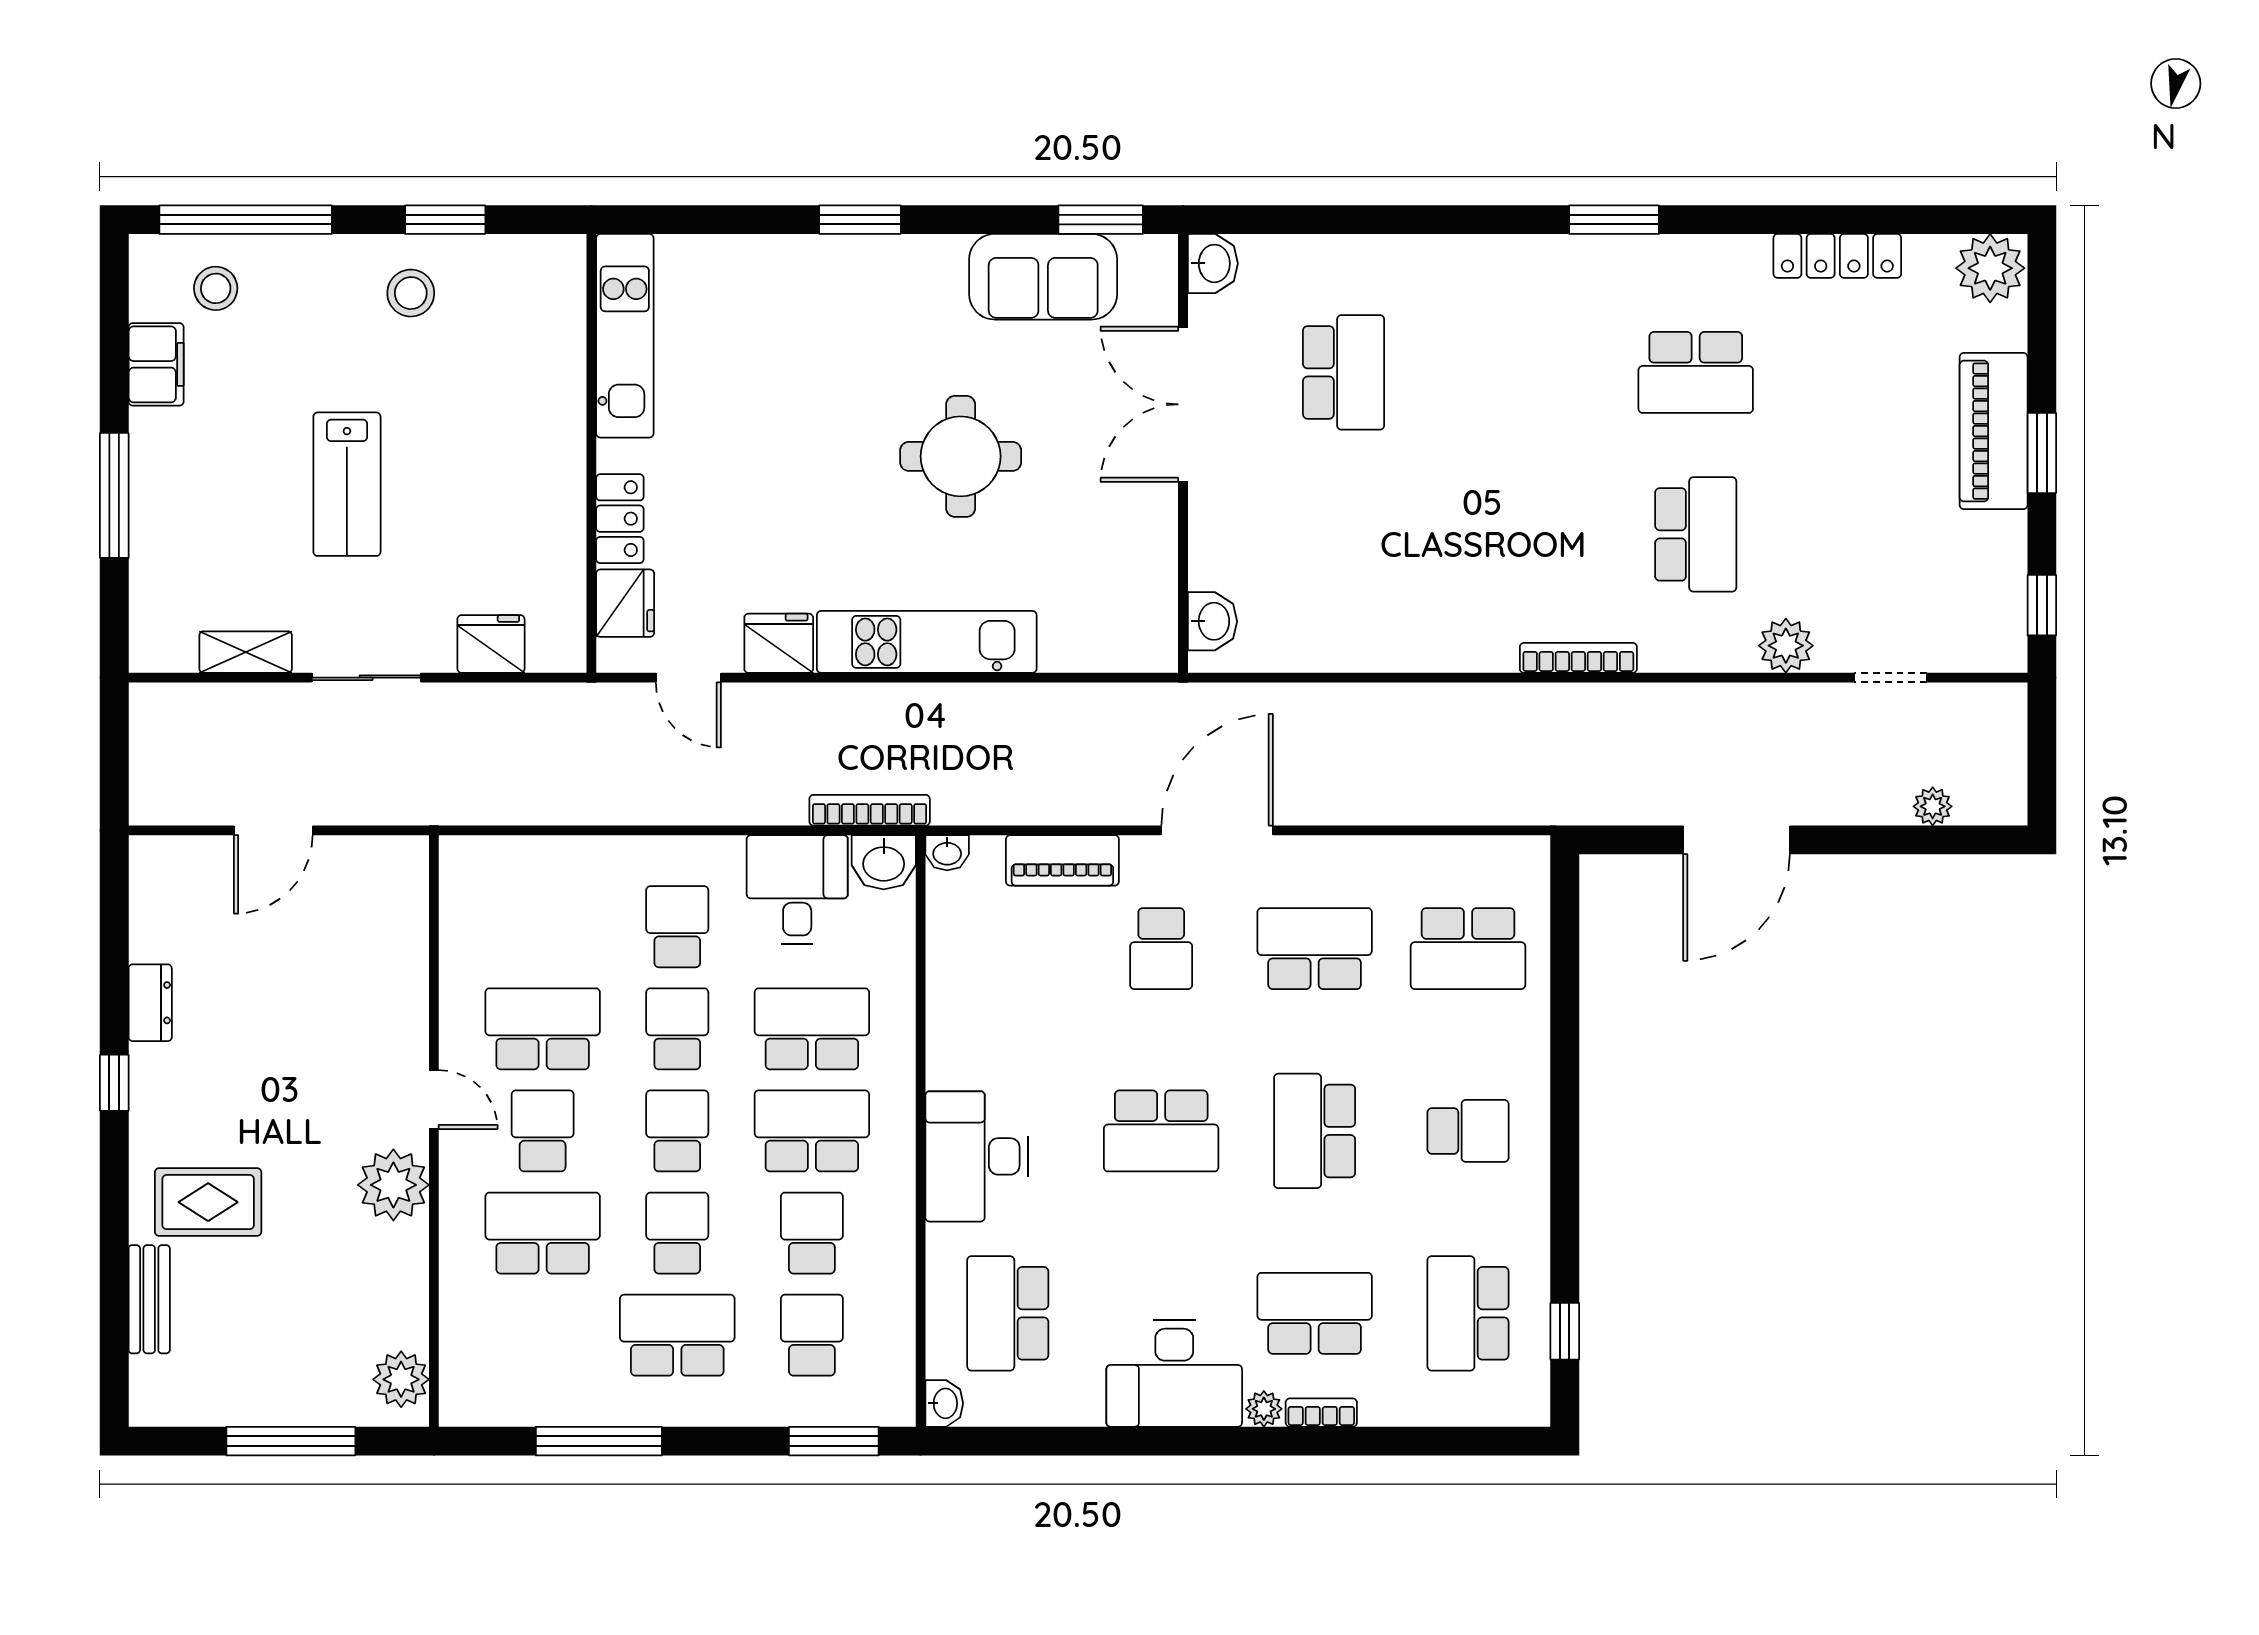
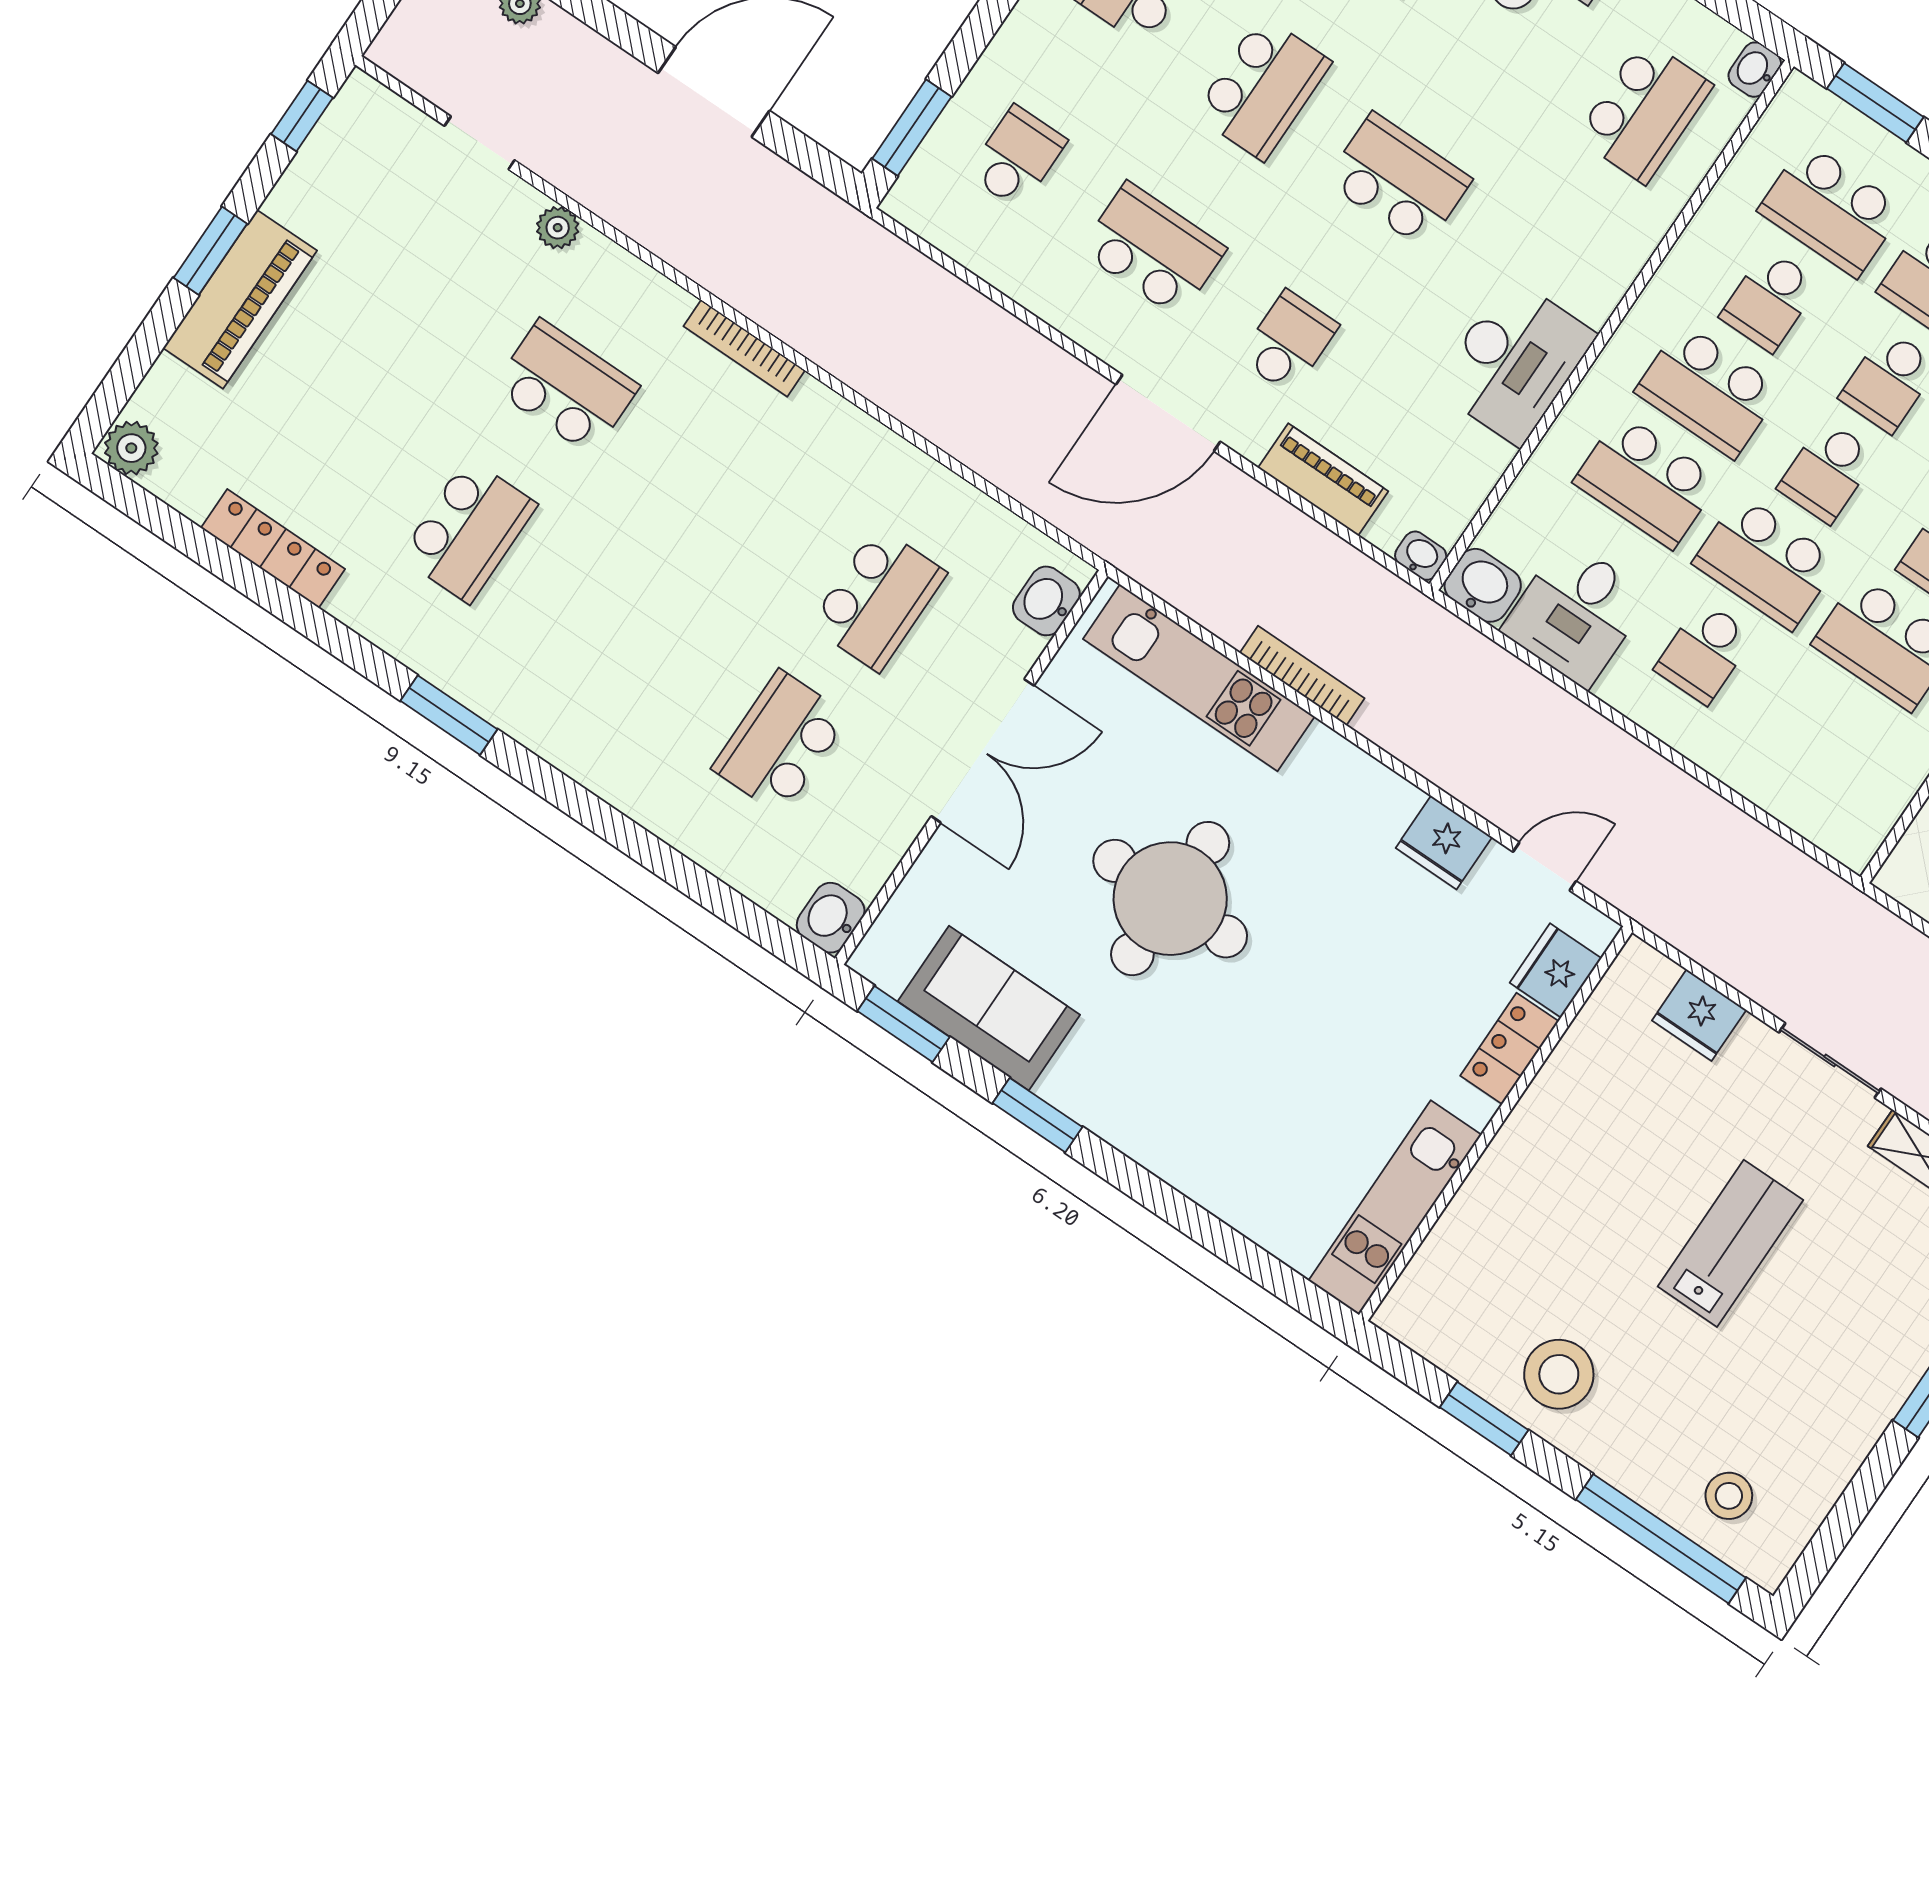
window: (860, 220) -> (1038, 1115), moved
plant: (1990, 268) -> (131, 448), width x0.73, depth x0.73
stool: (411, 293) -> (1559, 1374), width x1.38, depth x1.38
filing cabinet: (156, 364) -> (1827, 1464), removed
school desk: (1696, 372) -> (468, 530), turned 90
double door: (1183, 404) -> (983, 751), moved
round table: (961, 456) -> (1170, 899), width x1.36, depth x1.36
school desk: (1344, 534) -> (878, 599), added
school desk: (1696, 534) -> (566, 387), turned 90
kitchen unit: (927, 642) -> (1199, 678), moved
plant: (1786, 646) -> (558, 228), width x0.73, depth x0.73
door: (688, 678) -> (1544, 866), hinge flipped
bookcase: (870, 810) -> (1302, 676), moved, turned 180
window: (1565, 916) -> (912, 128), added
school desk: (1315, 949) -> (1153, 250), turned 180
school desk: (1468, 949) -> (1017, 157), width x0.54
school desk: (677, 1029) -> (1766, 562), width x1.85
desk: (977, 1156) -> (1515, 361), moved
school desk: (812, 1335) -> (1831, 210), width x1.85

